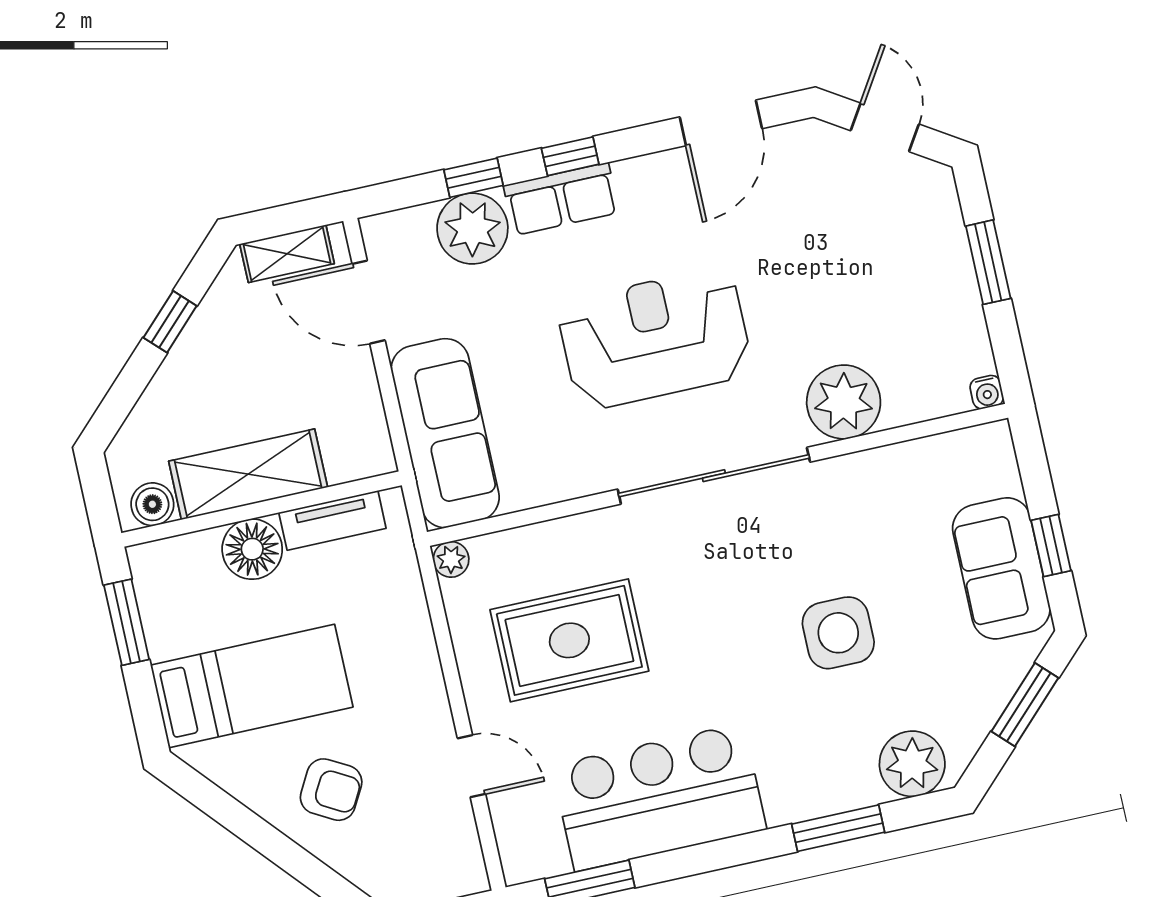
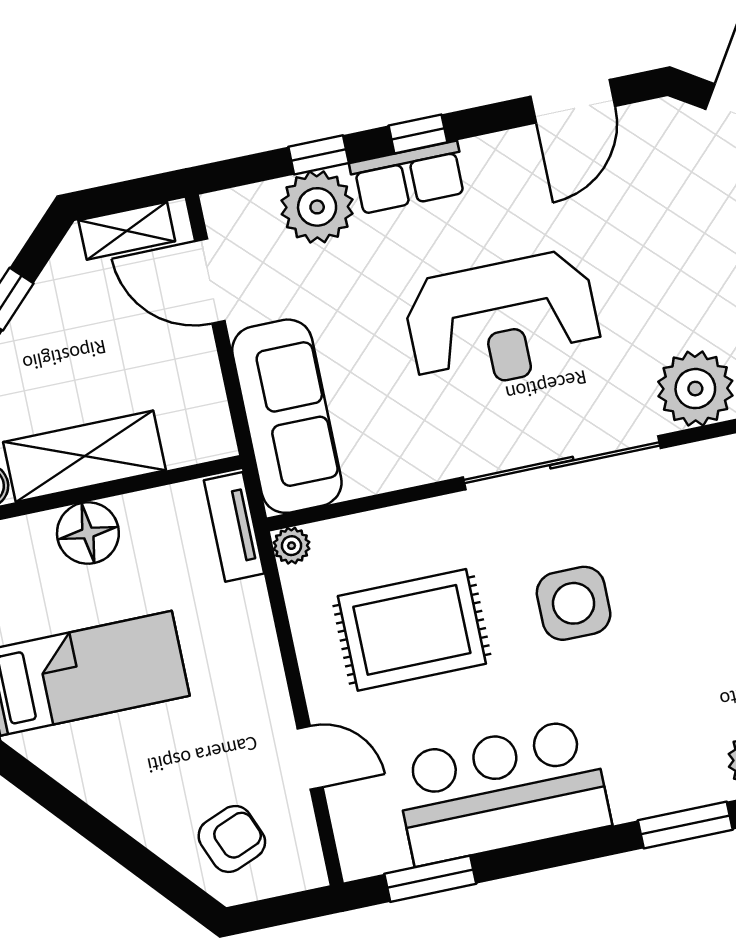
reception desk: (655, 339) -> (503, 322), turned 180
tv unit: (332, 520) -> (234, 527), moved, turned 90
side table: (838, 633) -> (574, 603), moved
armchair: (331, 790) -> (232, 839), moved, turned -51

